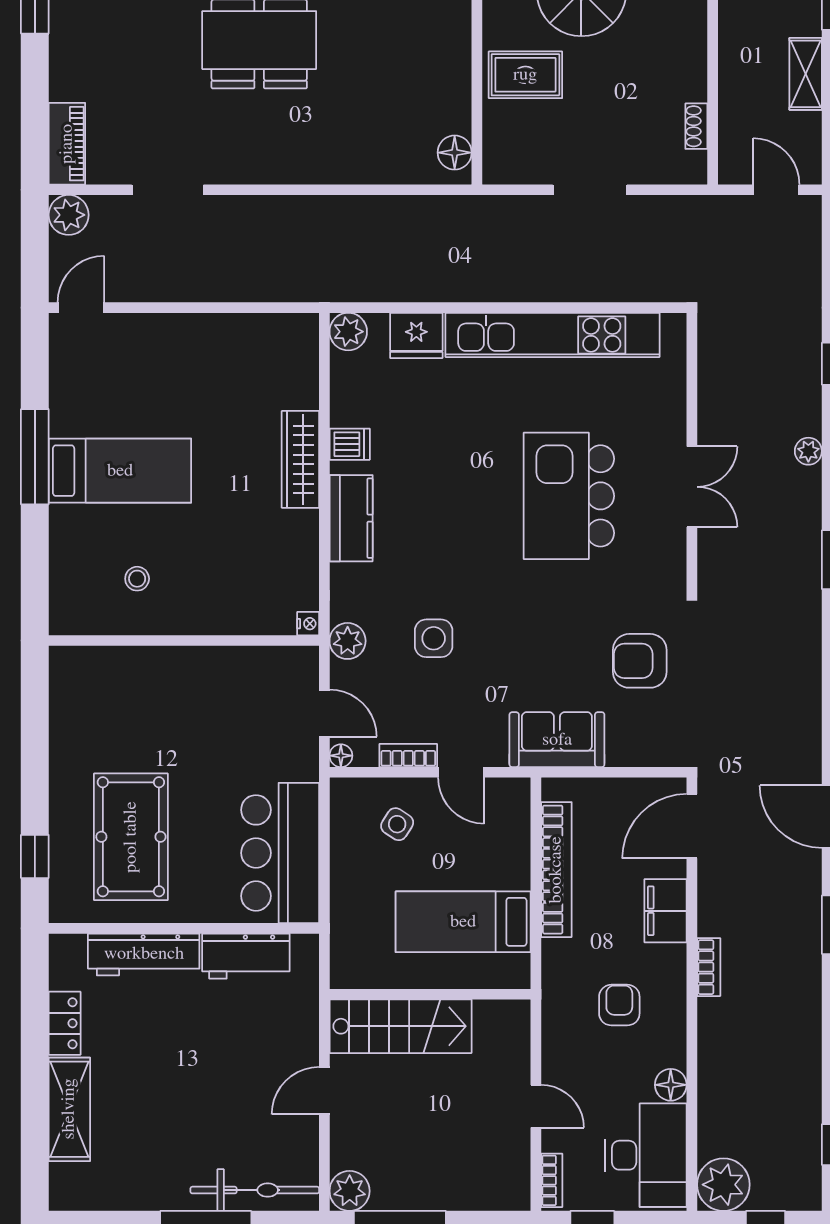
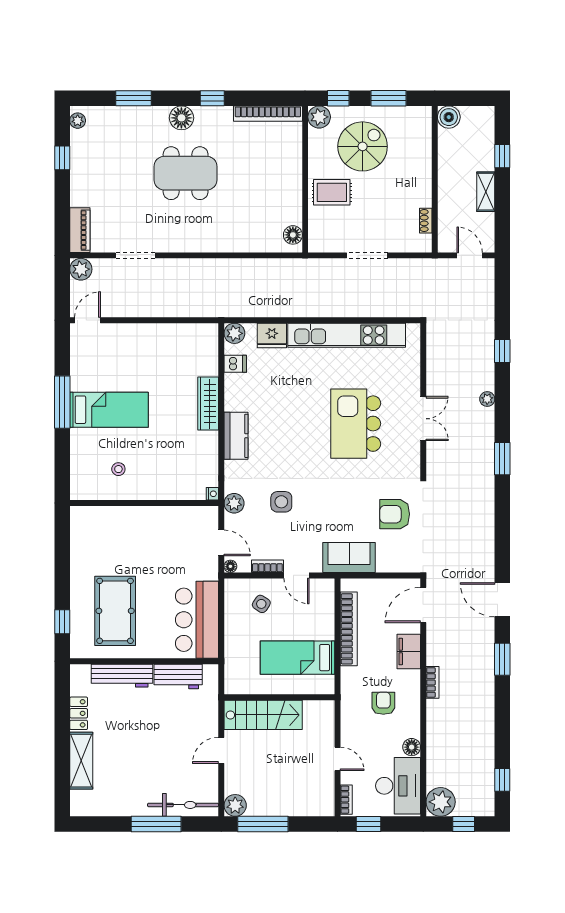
dishwasher: (350, 444) -> (235, 364), moved

